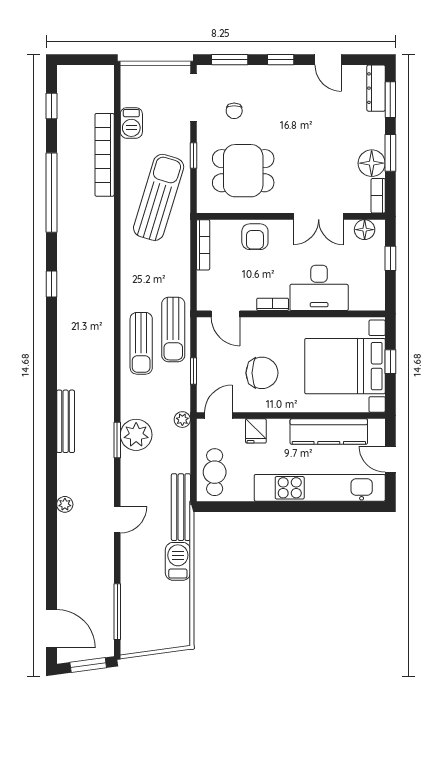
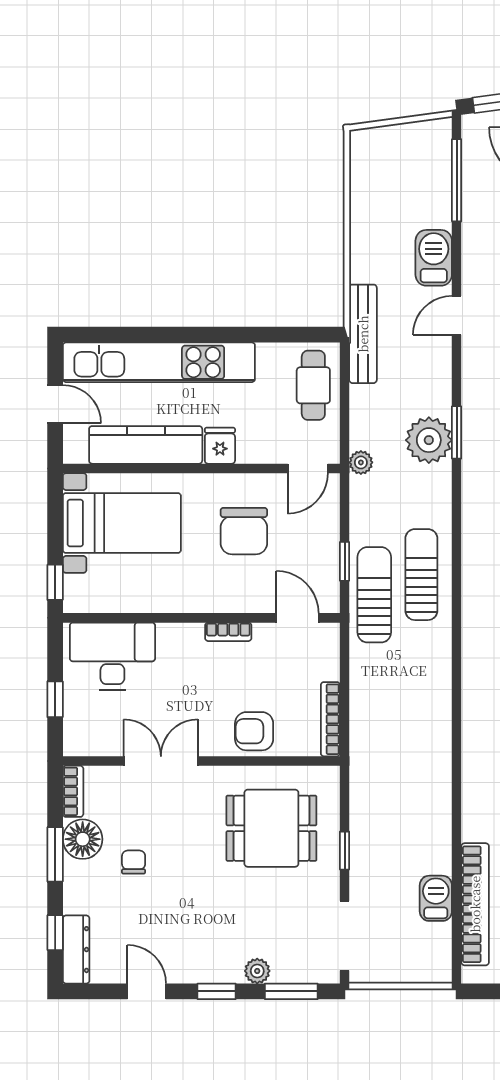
plant: (253, 73) -> (257, 971), added
window: (390, 100) -> (55, 933), width x0.67
chair: (234, 111) -> (134, 862), moved
bookcase: (105, 155) -> (475, 904), moved
sun lounger: (159, 197) -> (396, 789), removed
floor lamp: (365, 230) -> (93, 742), removed
armchair: (255, 237) -> (254, 731), turned -90
desk: (319, 288) -> (112, 656), moved
window: (390, 362) -> (55, 582), moved
bed with nightstands: (345, 366) -> (122, 523), width x0.73
window: (193, 371) -> (345, 561), moved
chair: (262, 373) -> (244, 531), turned -90
fridge: (256, 431) -> (220, 446), moved
barbecue: (178, 561) -> (434, 258), moved, turned 180

